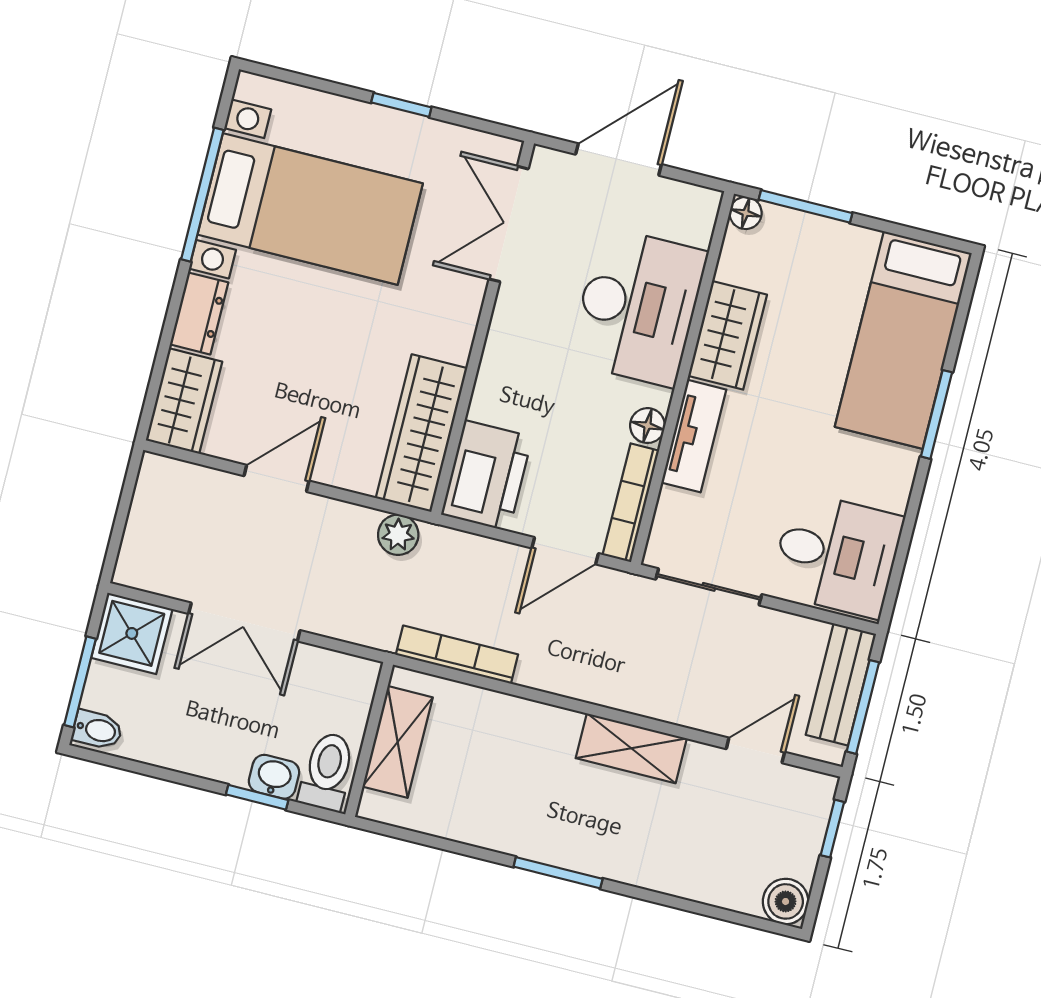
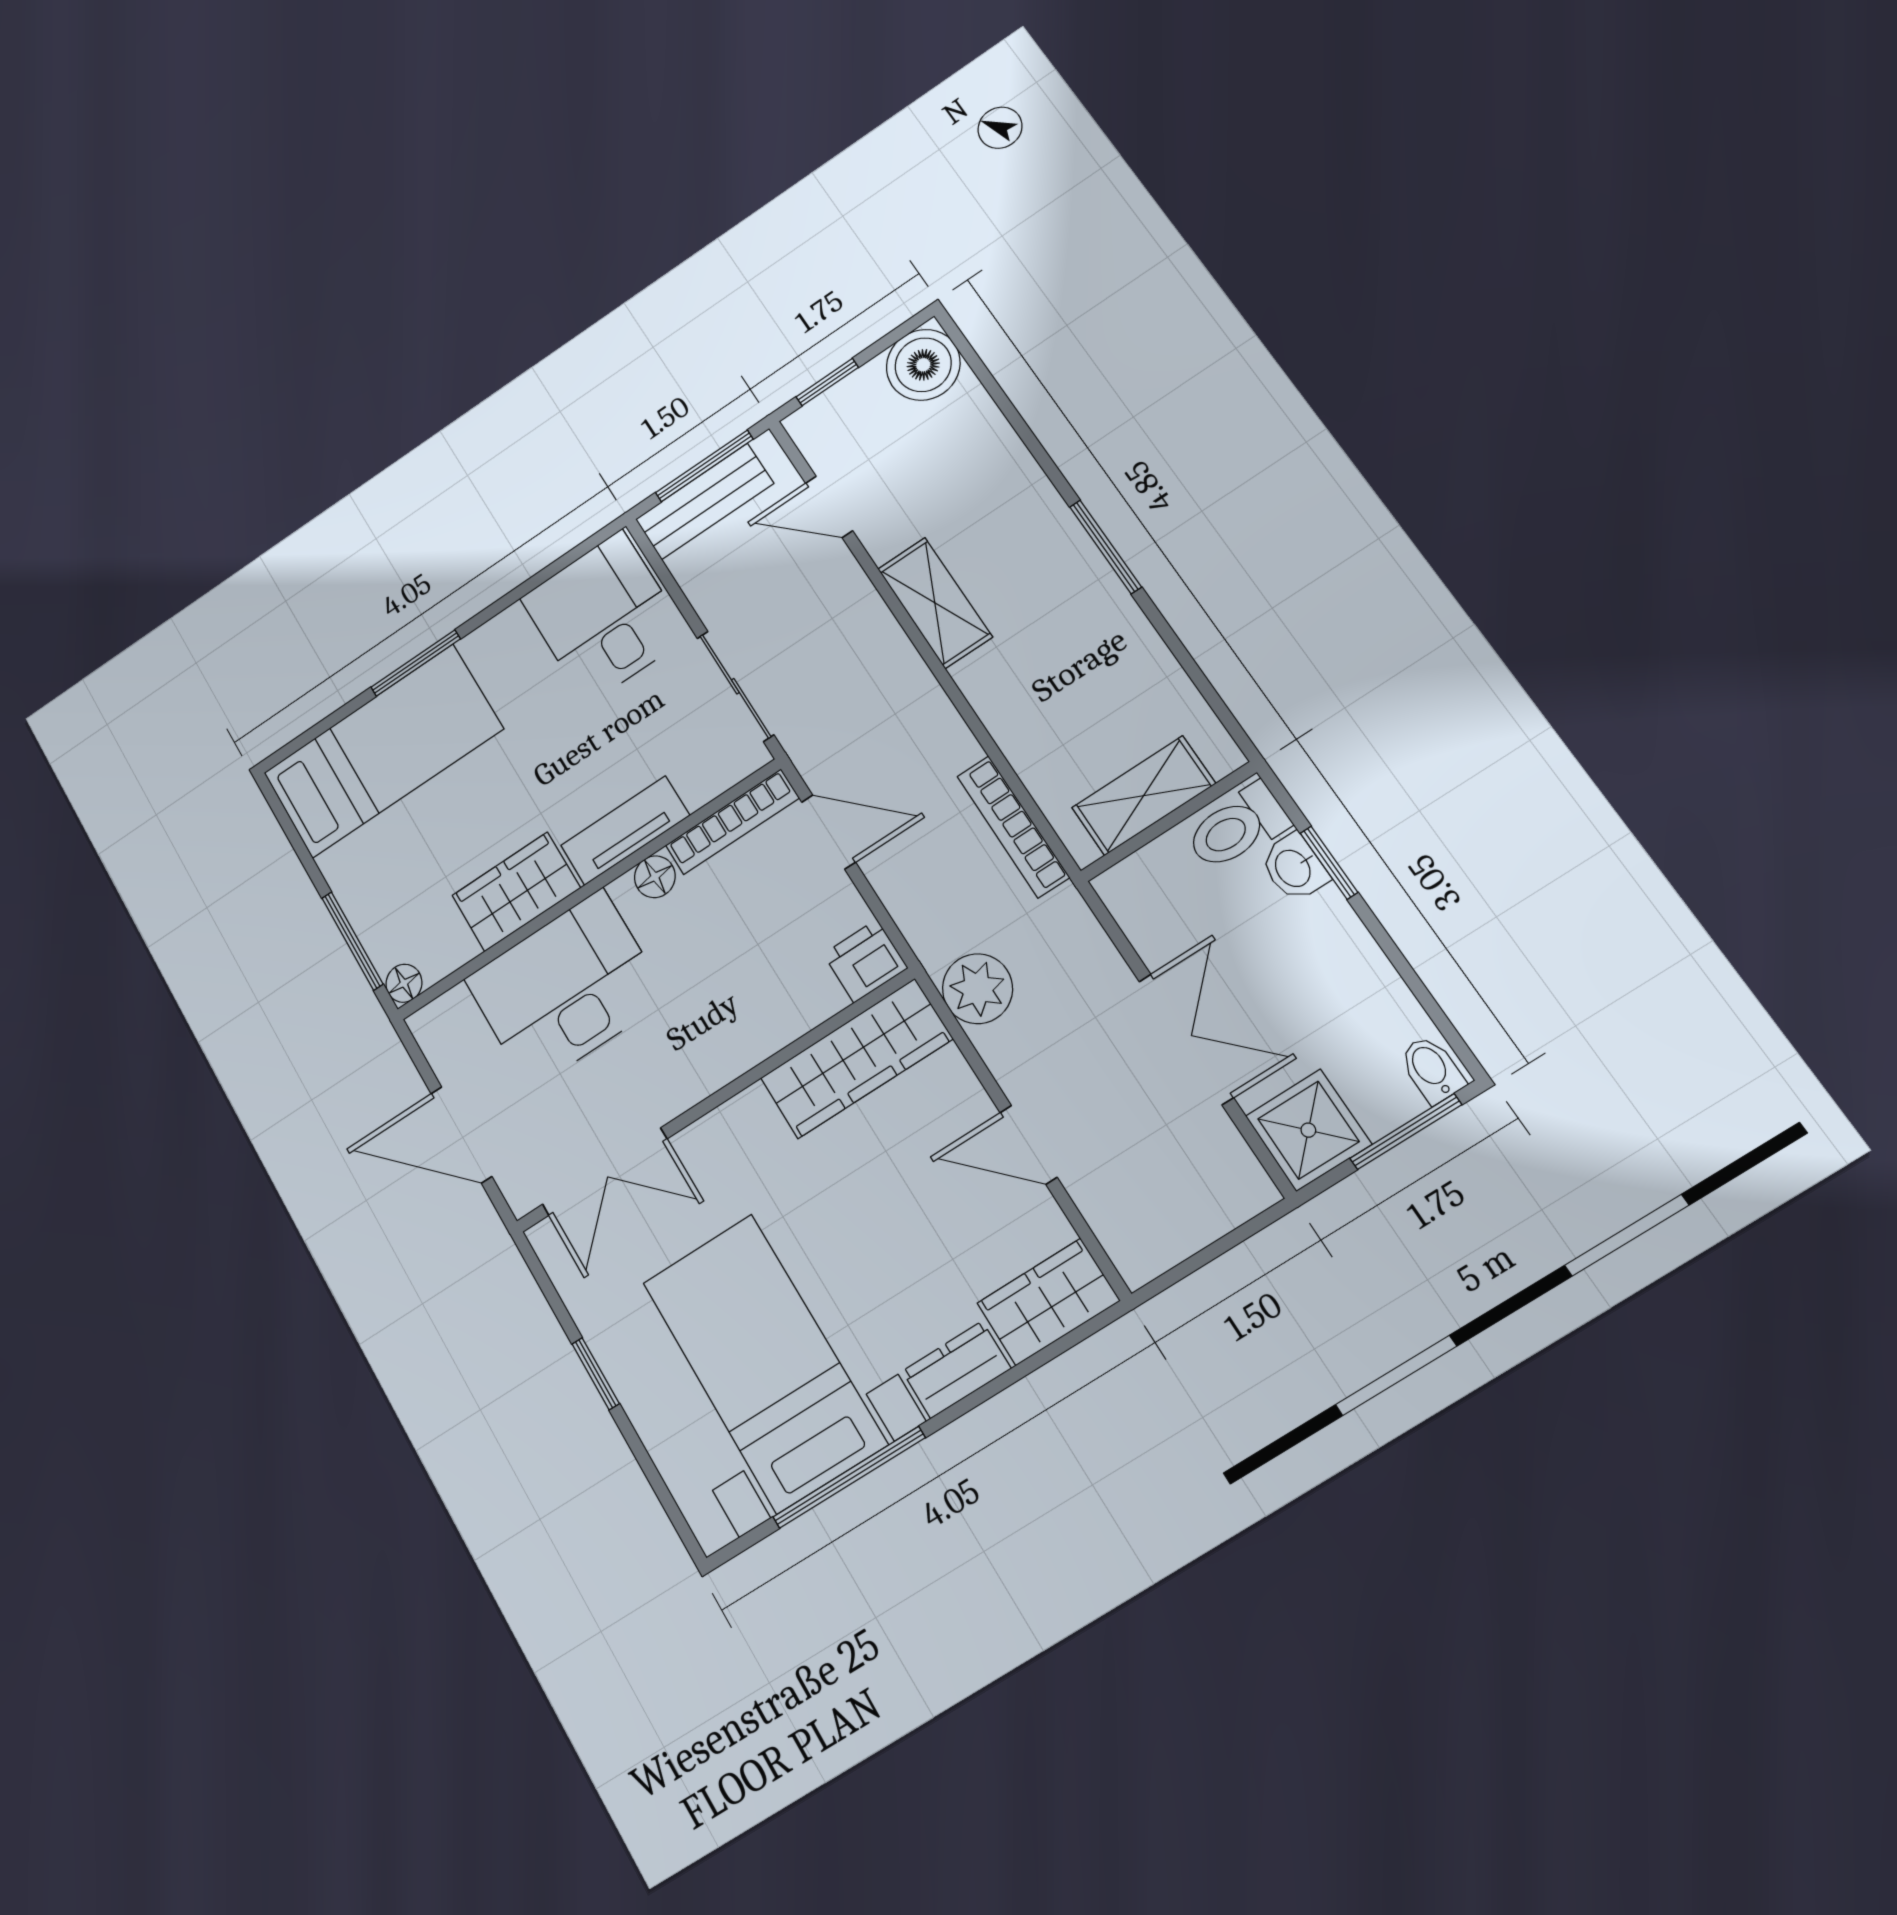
printer: (487, 476) -> (865, 961), width x0.53, depth x0.68
plant: (398, 535) -> (977, 989), width x1.38, depth x1.38
boiler: (786, 901) -> (923, 365), width x1.36, depth x1.36

